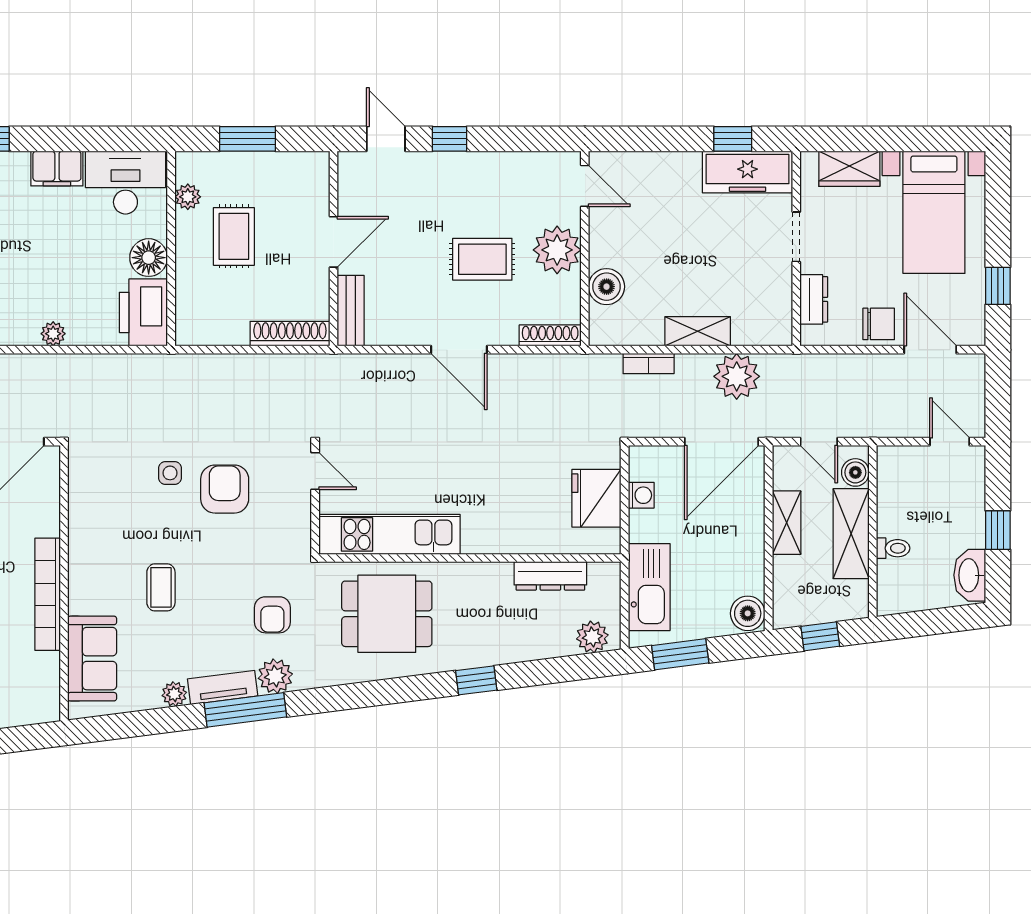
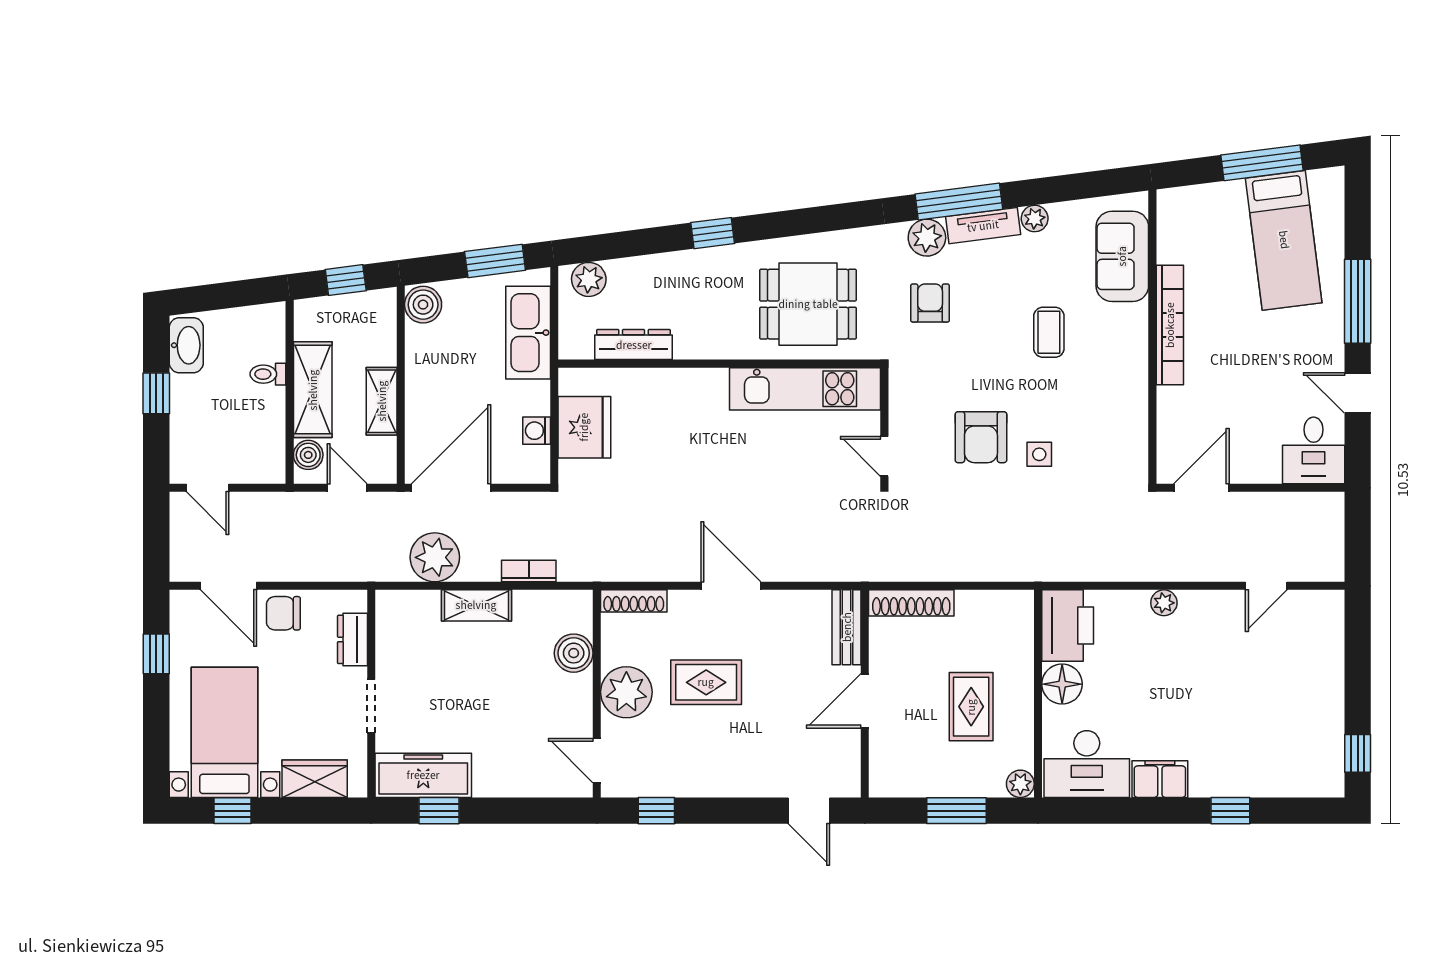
window: (449, 139) -> (656, 811), moved
window: (926, 139) -> (233, 811), added
plant: (188, 197) -> (1020, 784), moved

